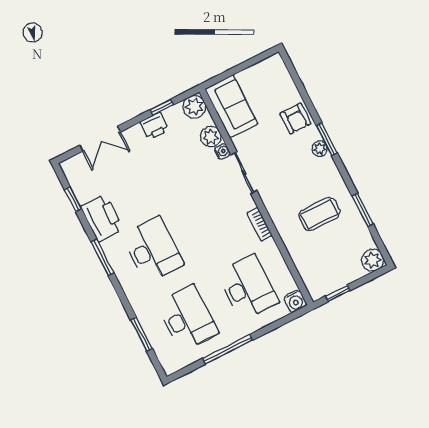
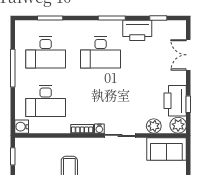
printer: (154, 126) -> (175, 101), width x1.87, depth x1.48
water cooler: (222, 151) -> (99, 129), moved

